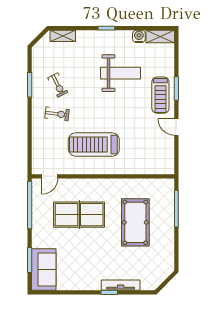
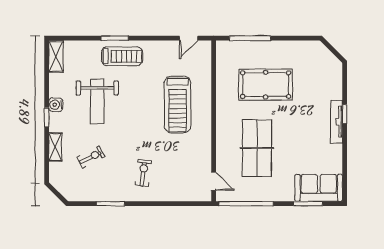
shelving: (63, 36) -> (55, 147), moved
water cooler: (139, 36) -> (56, 105), moved
weight bench: (120, 73) -> (97, 101), turned 180
exercise bike: (58, 85) -> (91, 157), moved
door: (176, 127) -> (189, 38), moved
treadmill: (94, 144) -> (178, 104), moved
tv unit: (121, 285) -> (336, 122), moved

